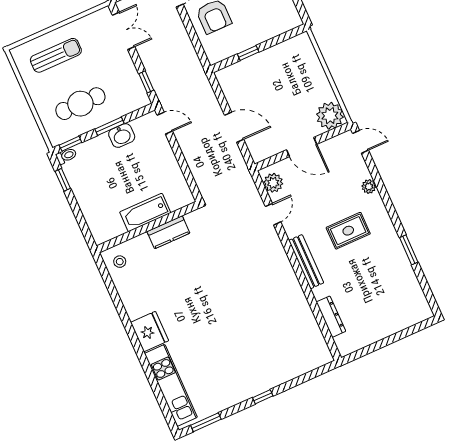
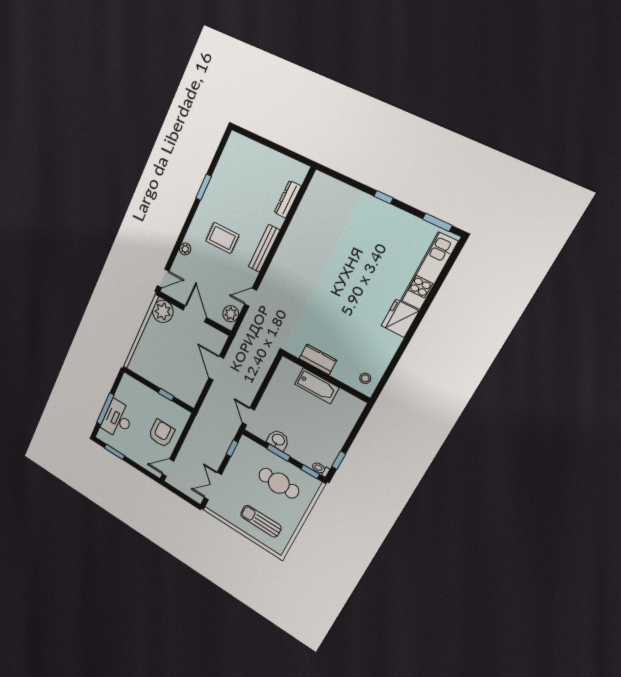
door: (360, 142) -> (163, 278), swing flipped

